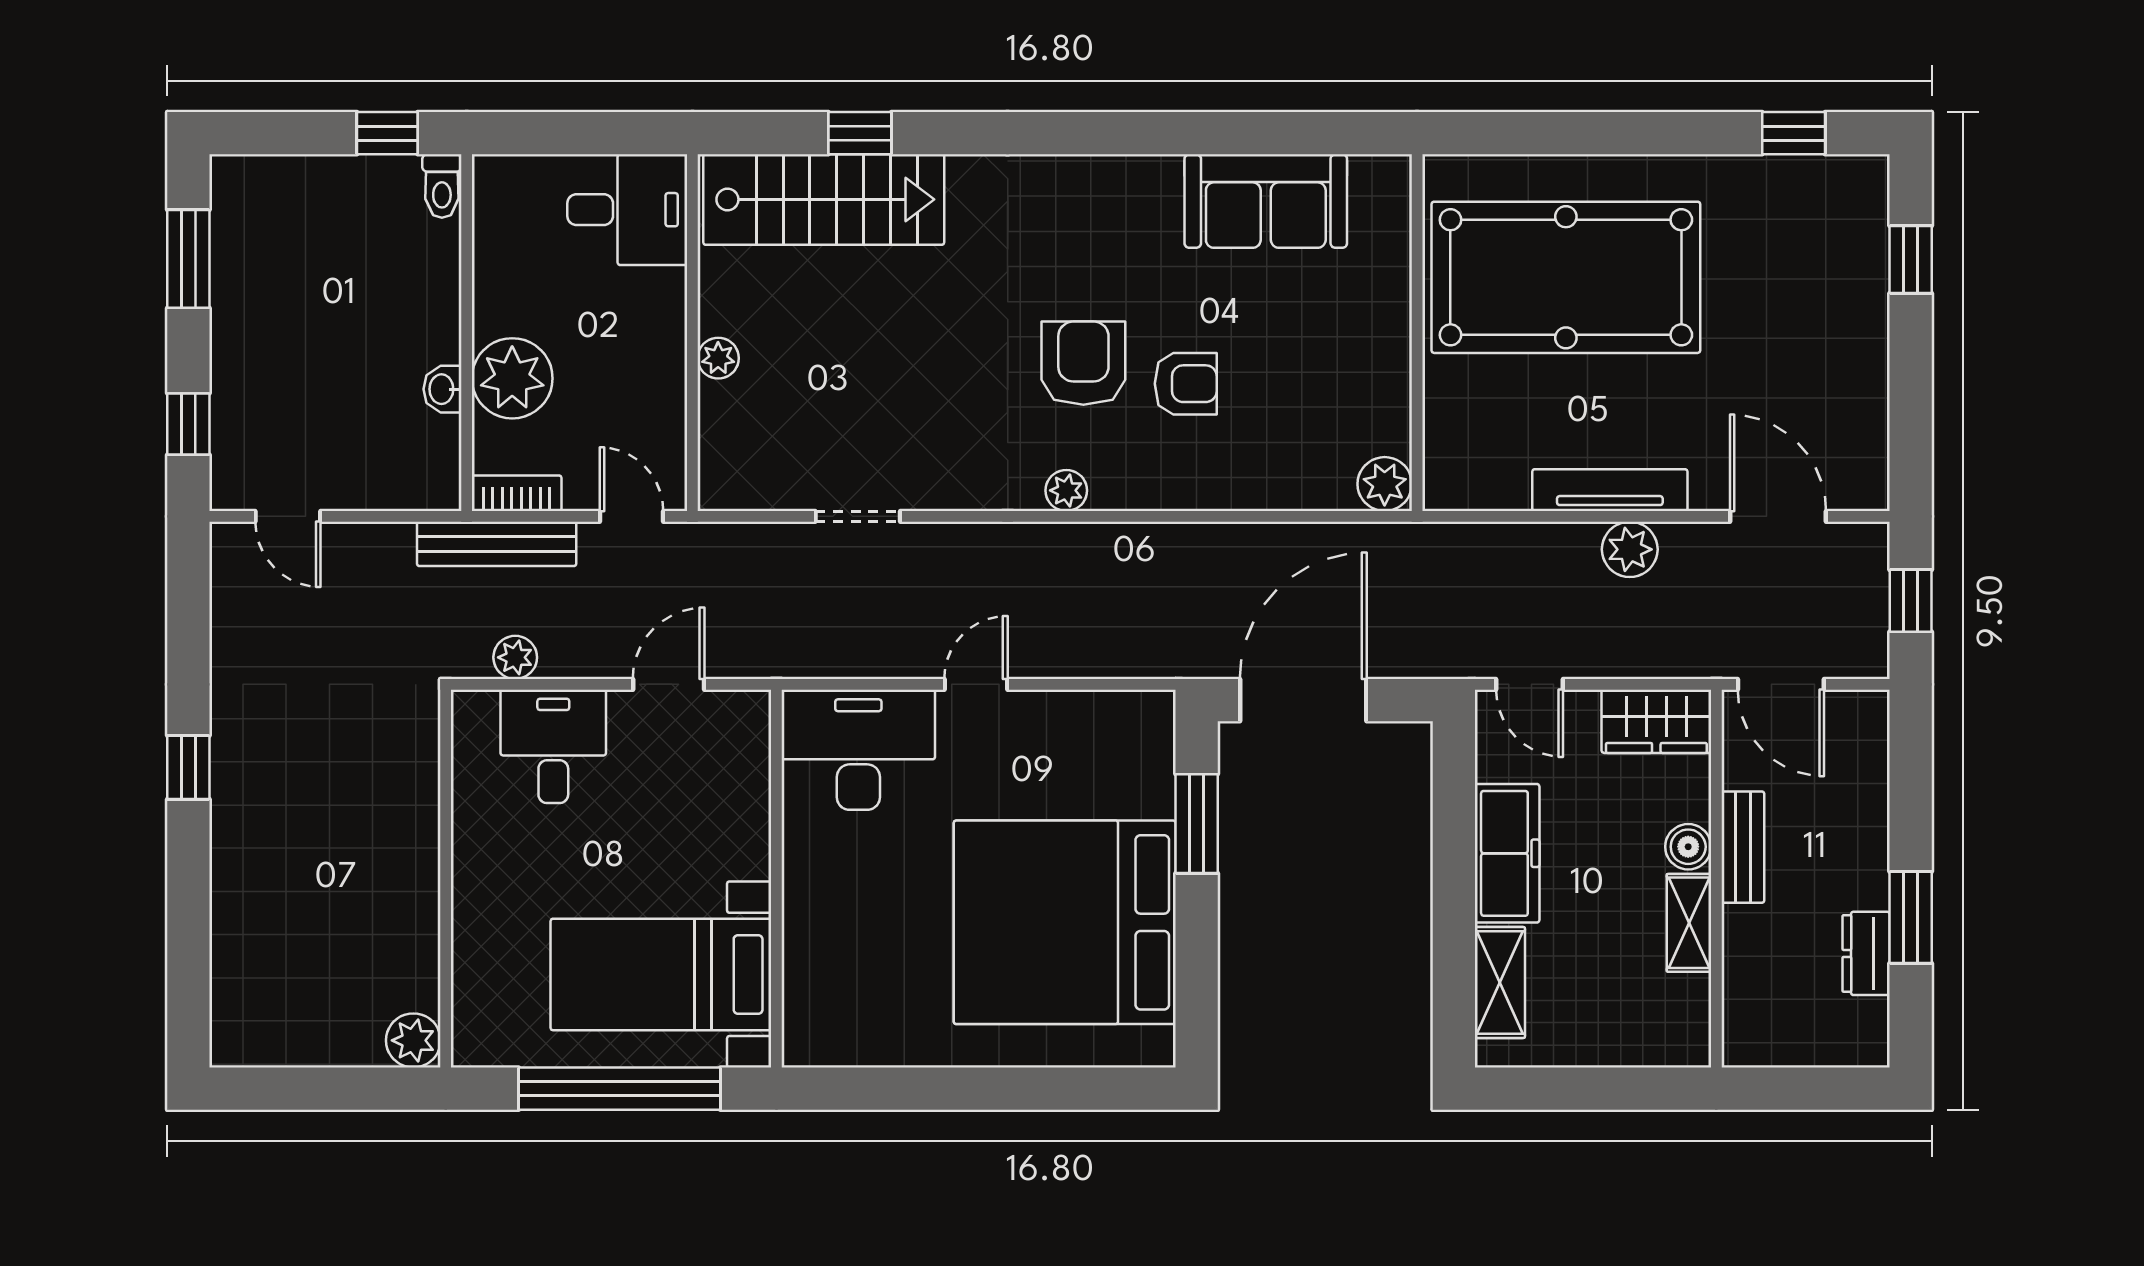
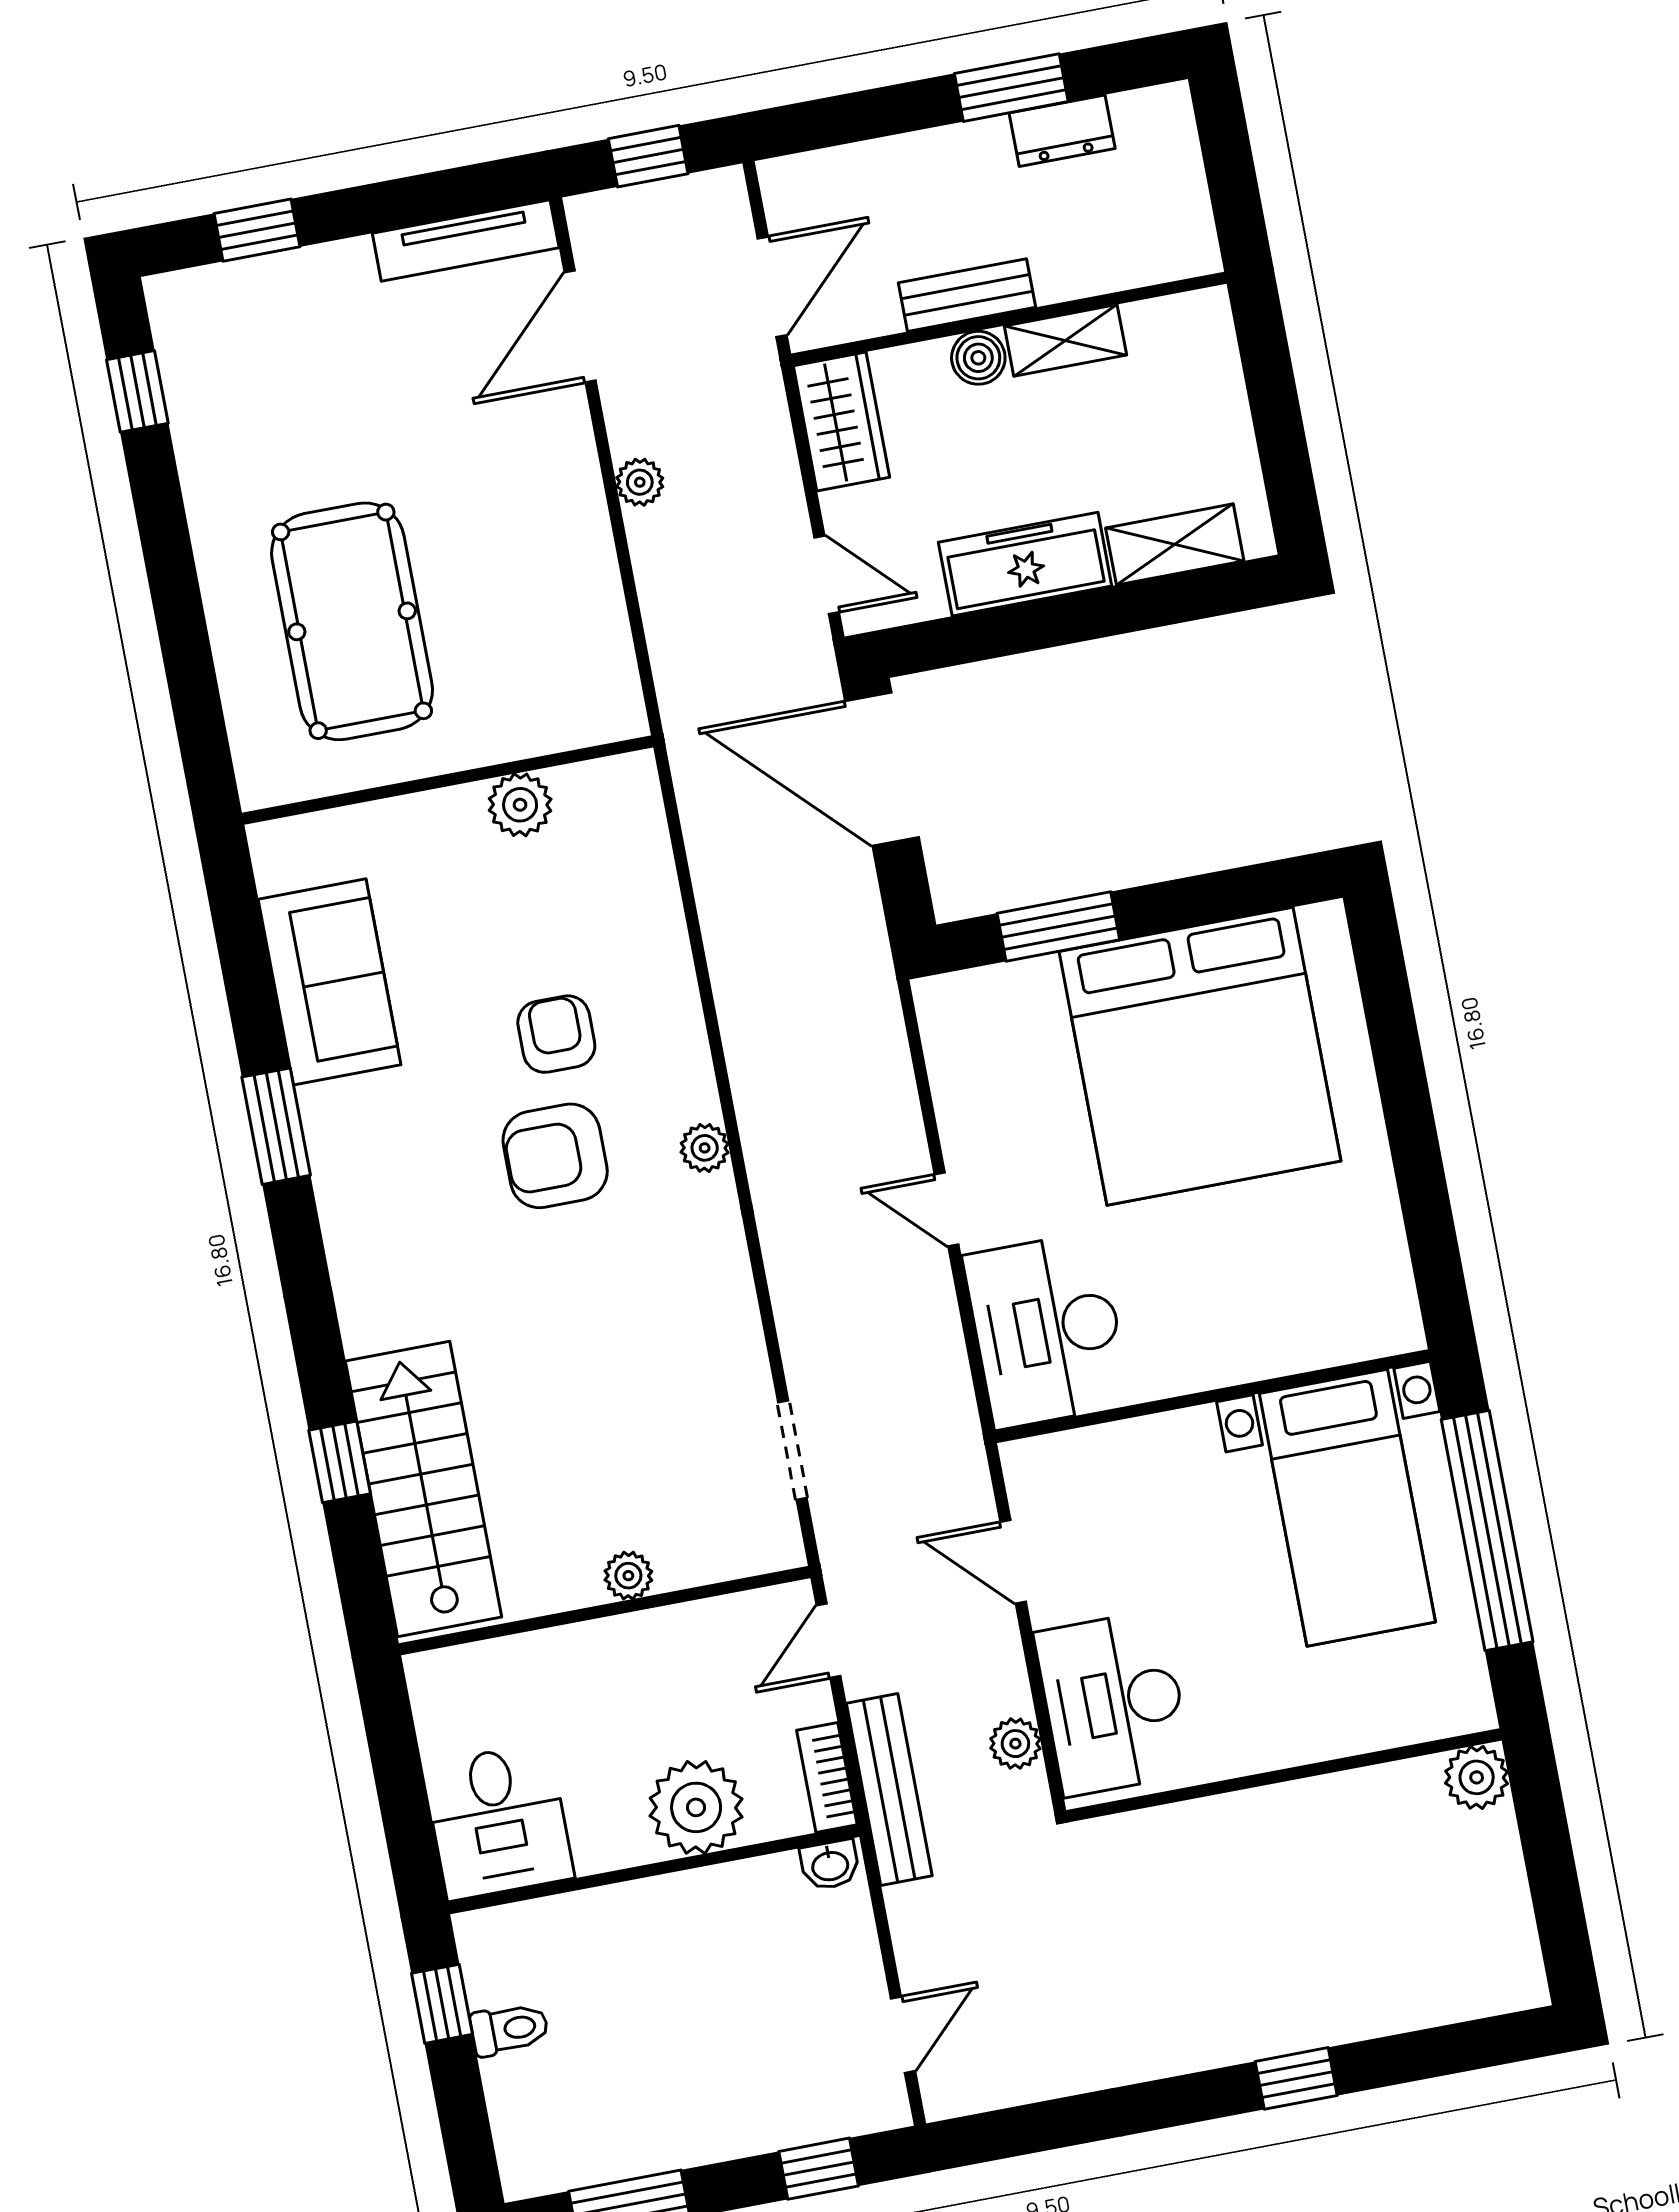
window: (1153, 133) -> (276, 1126), added
toilet: (442, 186) -> (510, 2029), moved
desk: (627, 210) -> (498, 1821), moved, turned 180
pool table: (1566, 277) -> (352, 621), width x0.73, depth x0.76
washbasin: (443, 389) -> (830, 1865), moved
plant: (1385, 484) -> (520, 805), moved
tv unit: (1610, 490) -> (466, 241), moved, turned -90
doorway: (858, 516) -> (792, 1450), moved
plant: (1630, 549) -> (640, 482), width x0.73, depth x0.73
door: (1530, 684) -> (827, 575), hinge flipped
door: (1303, 700) -> (882, 769), moved
desk: (553, 746) -> (1113, 1703), width x1.37
window: (188, 767) -> (1296, 2078), moved

